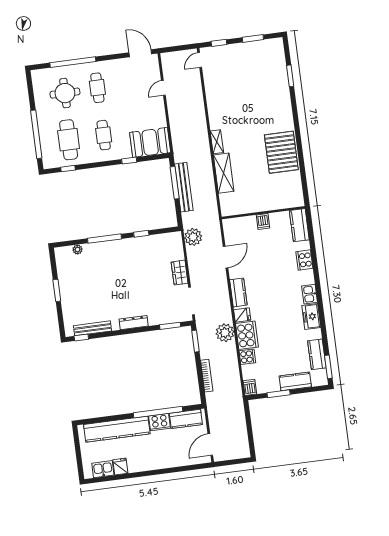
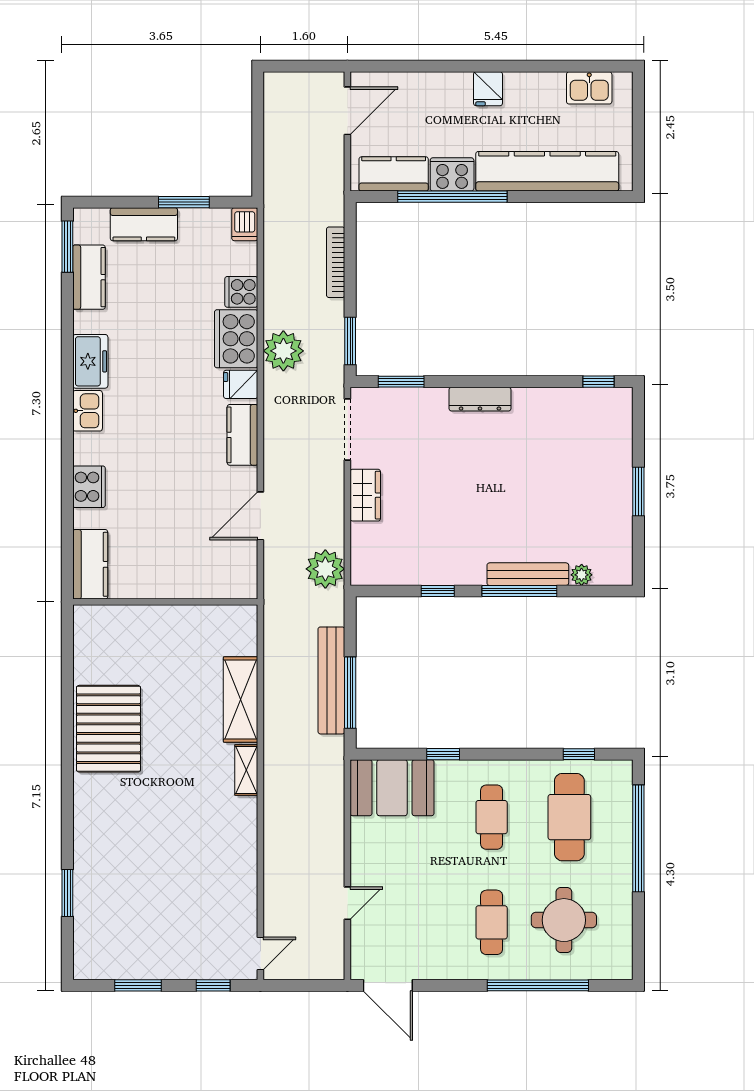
dishwasher: (263, 221) -> (168, 583), removed
bench: (93, 328) -> (528, 574), moved
fridge: (120, 466) -> (488, 89), moved

